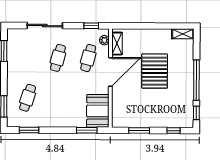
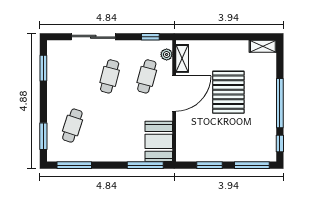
window: (29, 130) -> (74, 165), width x1.44
window: (87, 130) -> (145, 165), width x1.44
window: (174, 131) -> (252, 165), width x2.17

